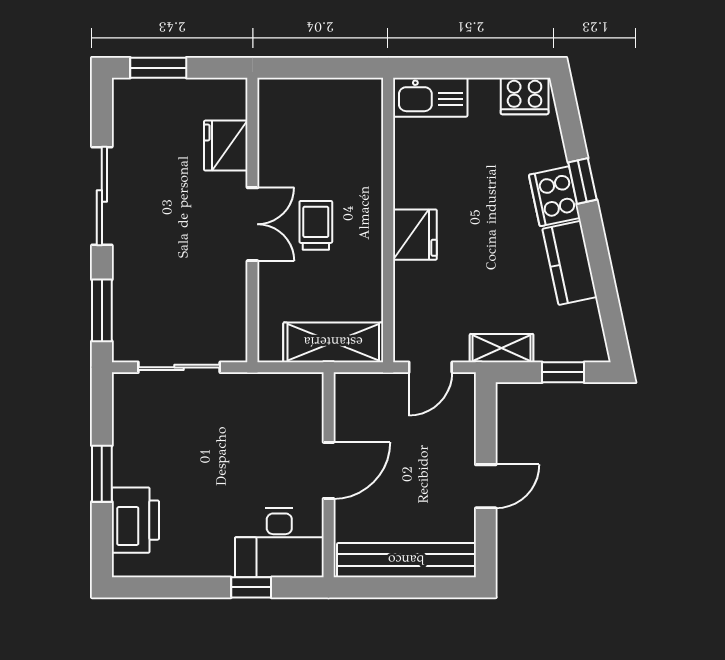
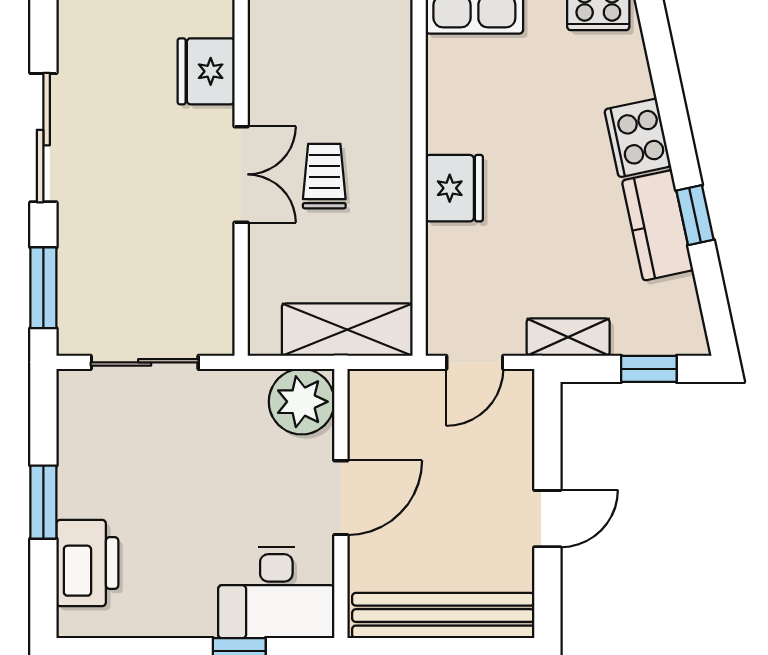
window: (582, 181) -> (695, 215), moved
plant: (299, 397) -> (302, 402), added

